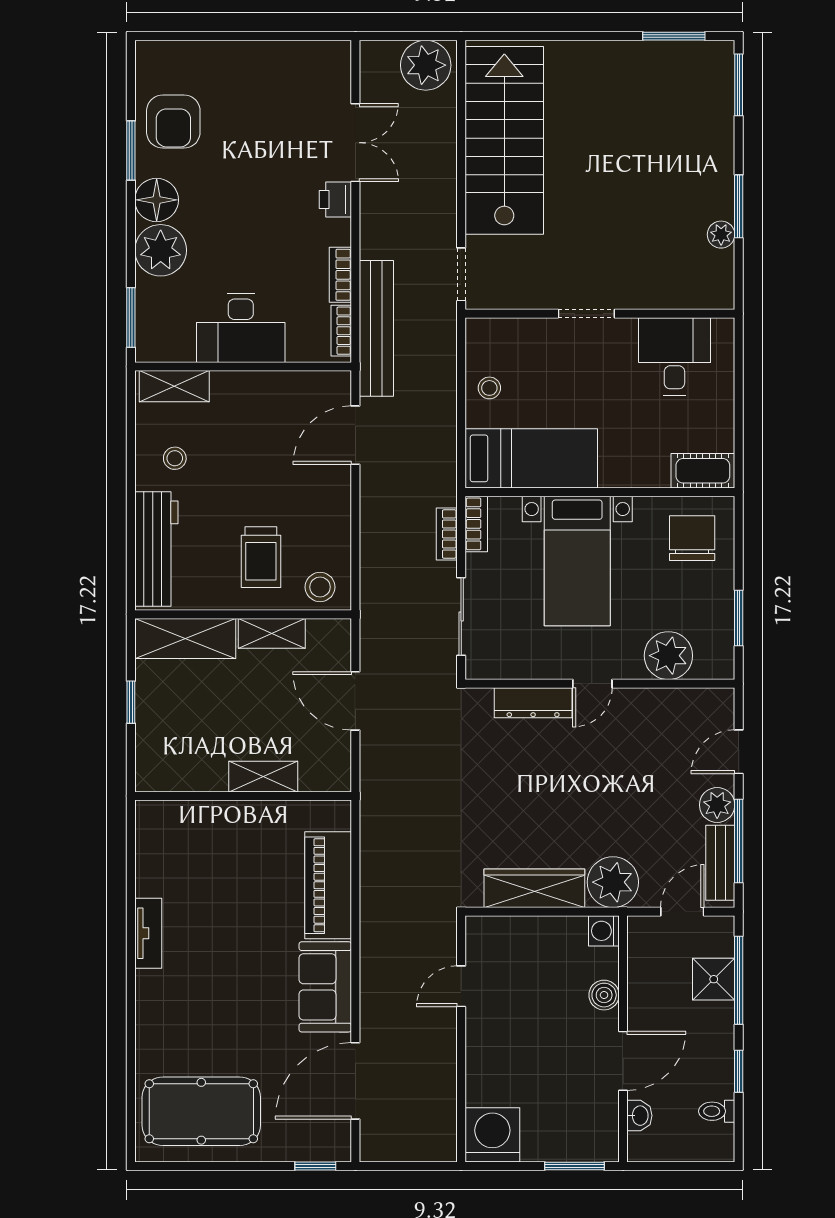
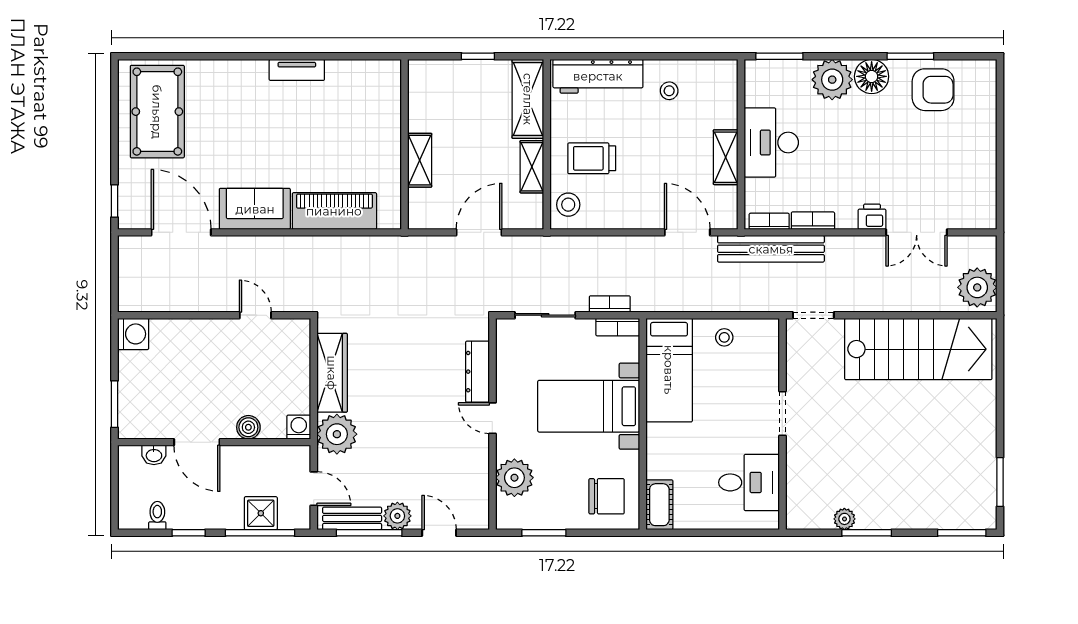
armchair: (173, 122) -> (933, 90), turned 180
shelving: (174, 386) -> (726, 157), moved
washing machine: (492, 1135) -> (133, 334), width x0.73, depth x0.73

